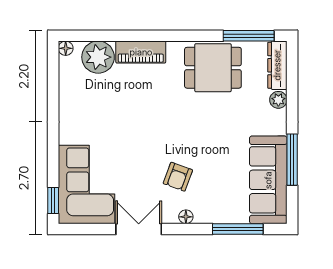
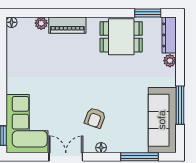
window: (249, 36) -> (148, 13), width x0.69
plant: (98, 57) -> (41, 23), width x0.53, depth x0.53

